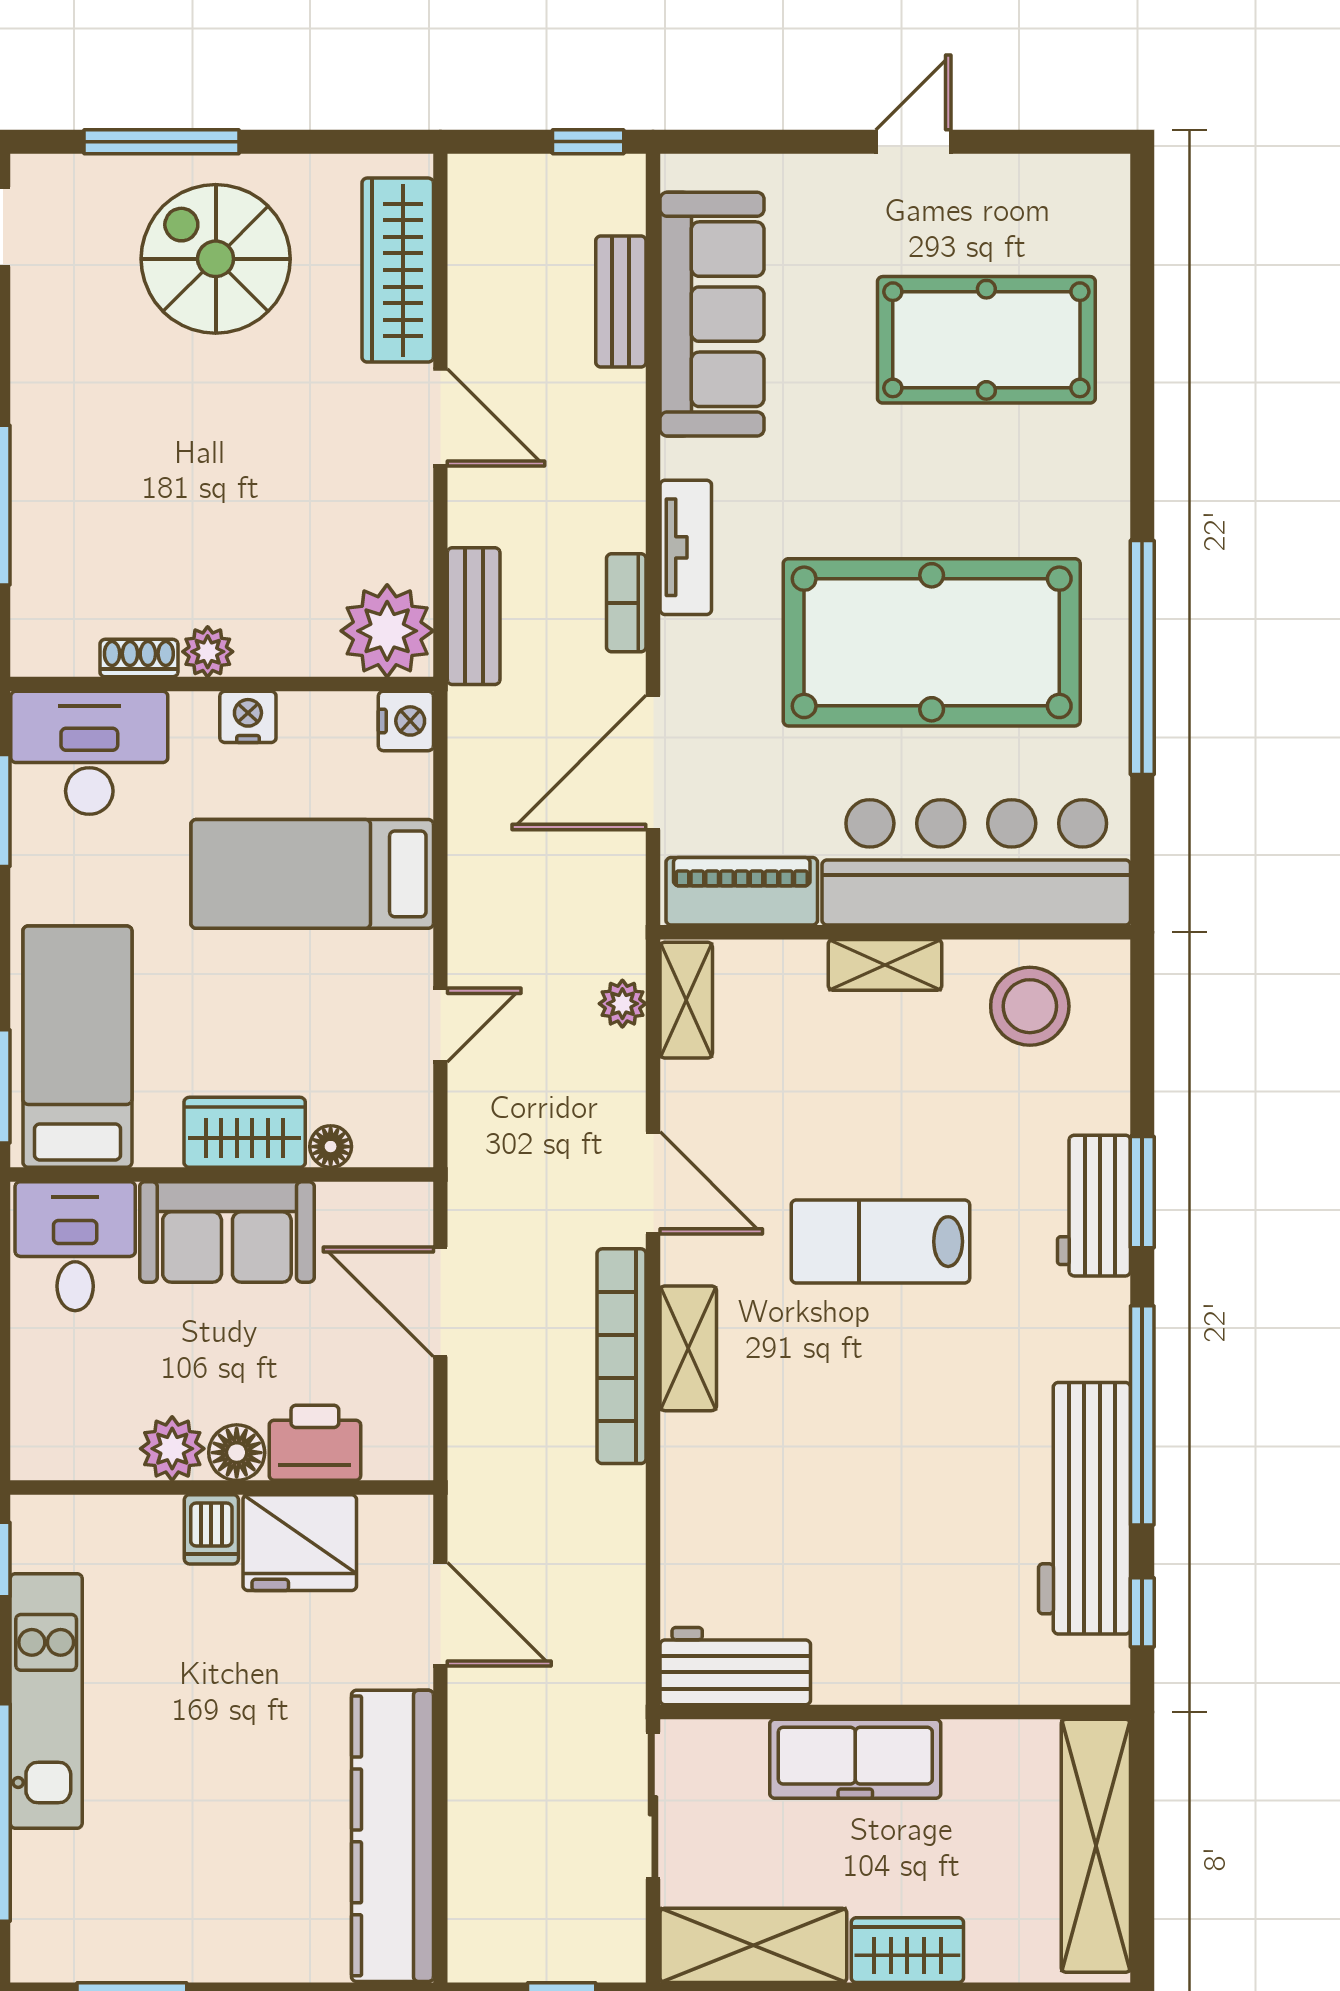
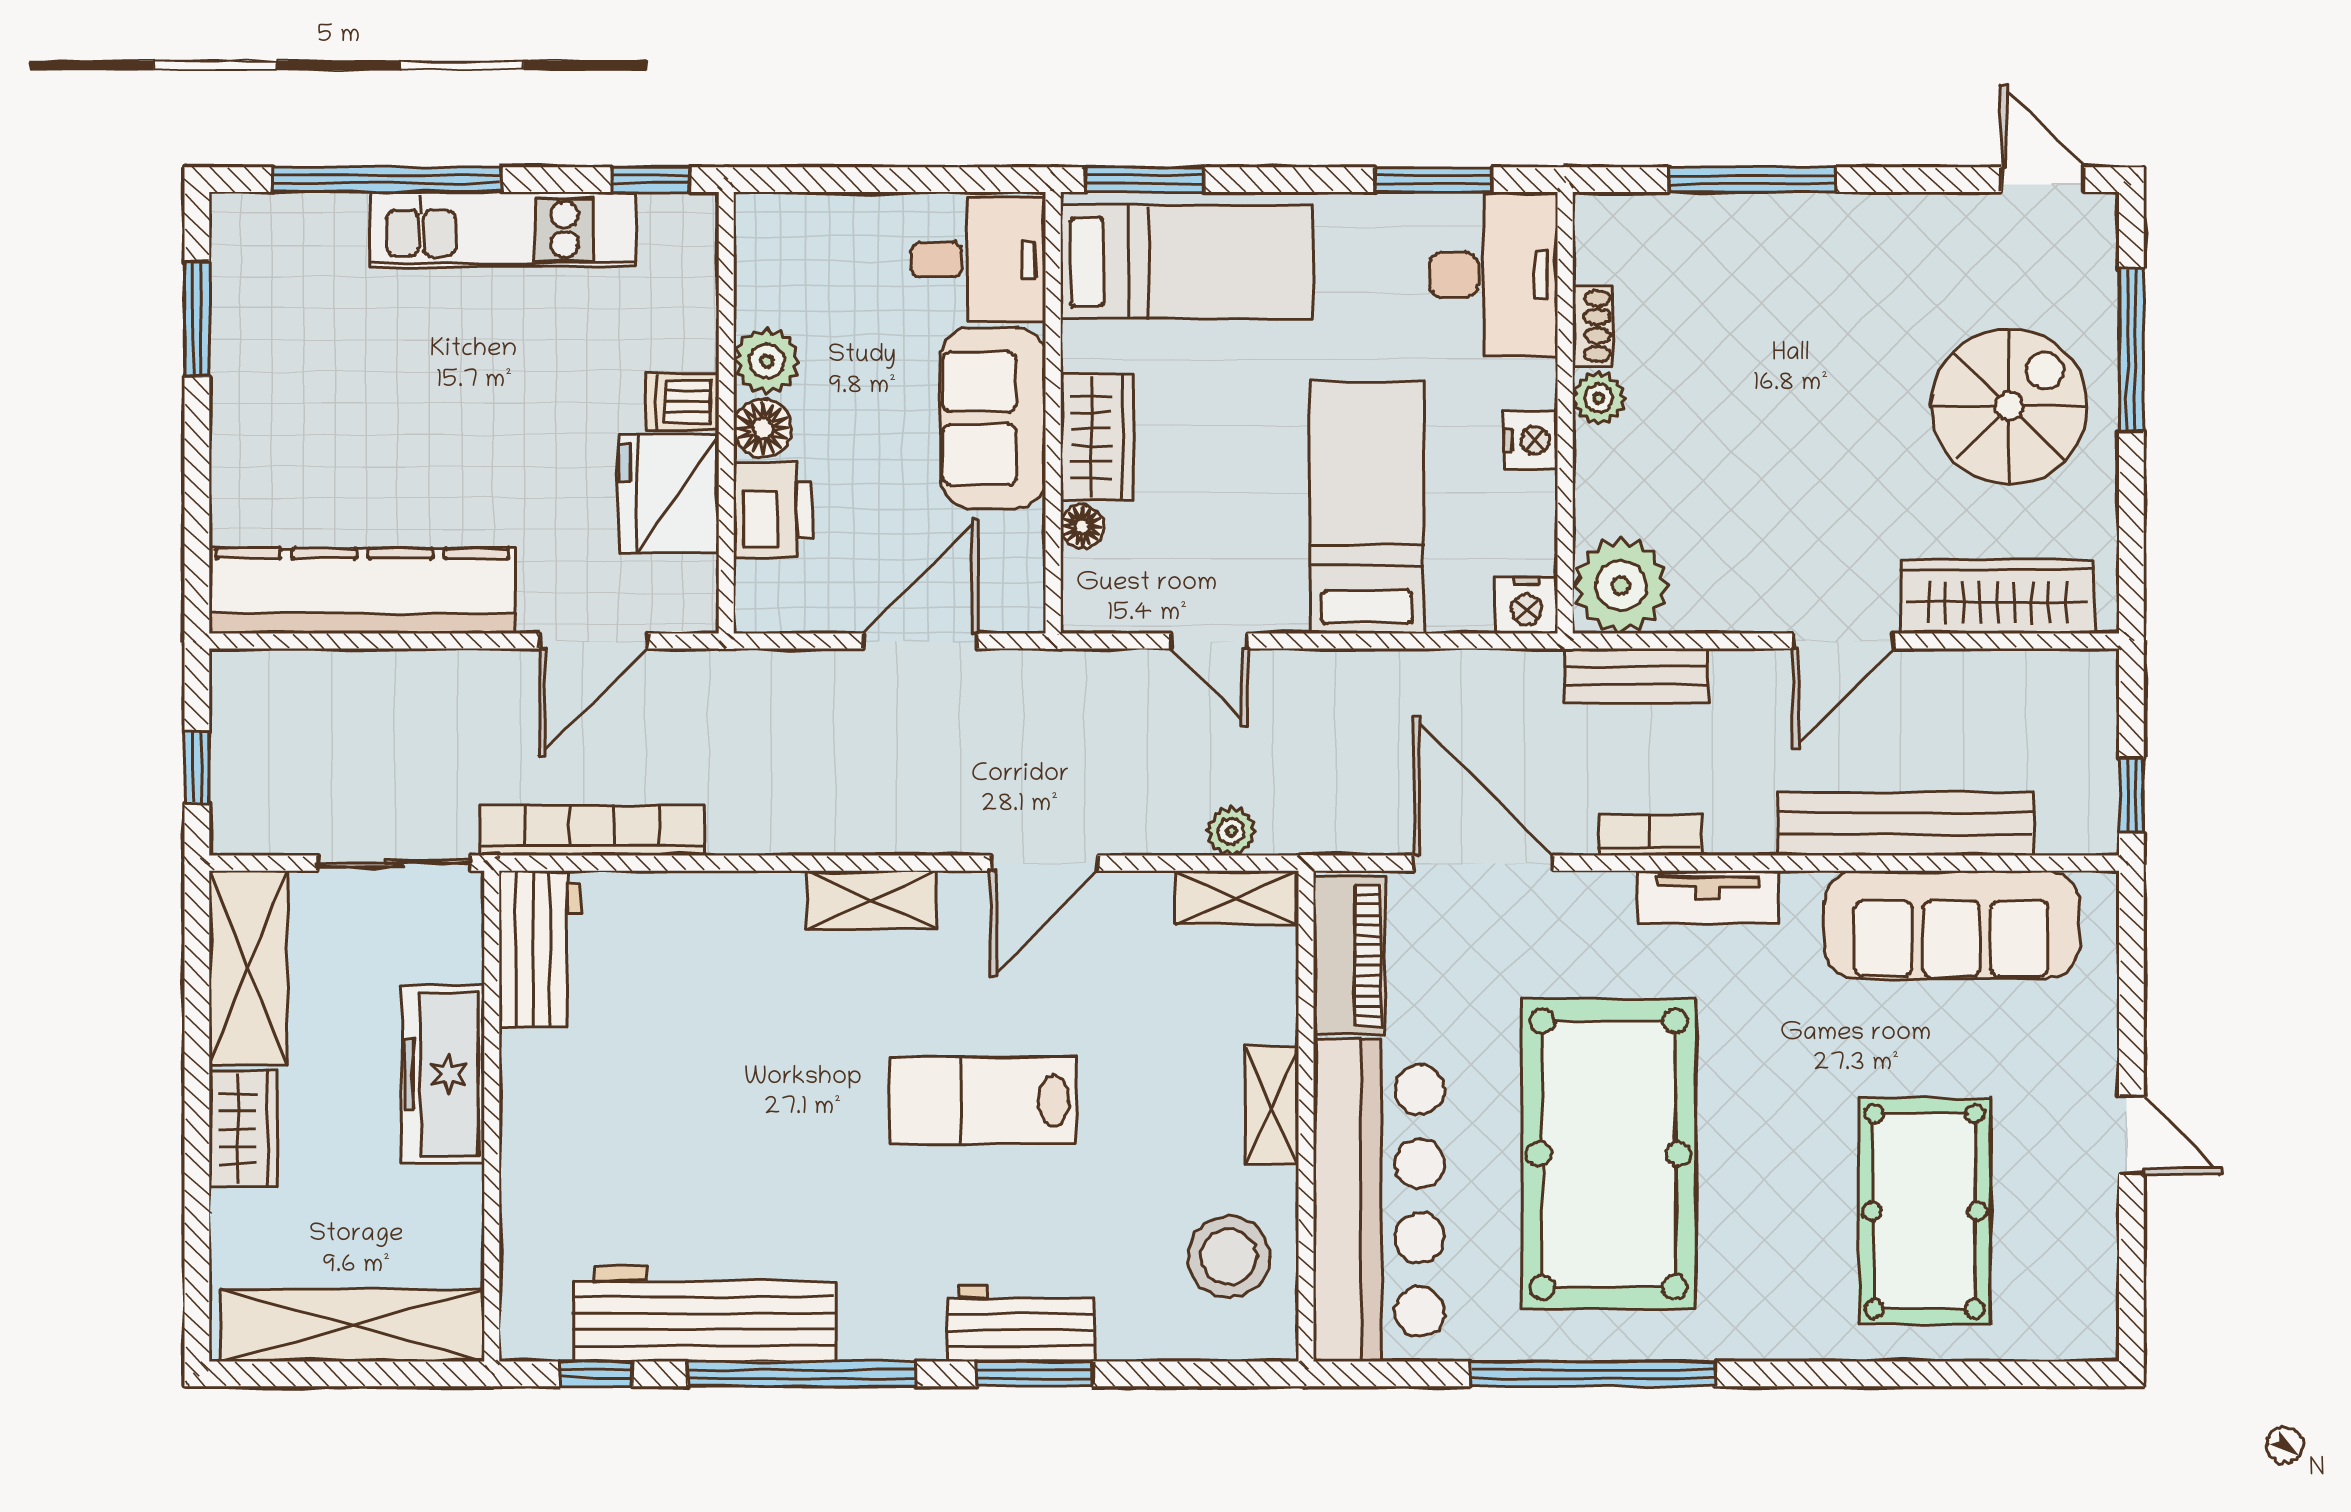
bench: (621, 302) -> (1905, 824), width x1.86, depth x1.21
lab bench: (880, 1242) -> (983, 1101), turned -90
bookcase: (622, 1356) -> (592, 830), moved

